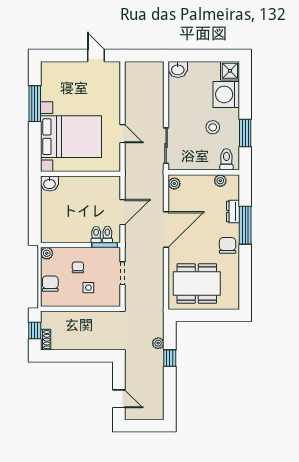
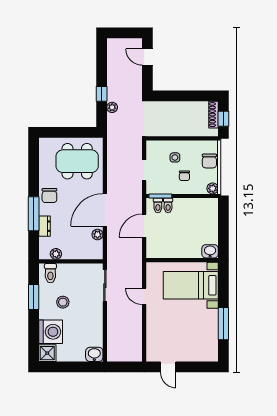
bed with nightstands: (71, 137) -> (191, 285), width x0.73
plant: (174, 184) -> (98, 235), moved
shoe rack: (46, 340) -> (214, 115), width x1.43

